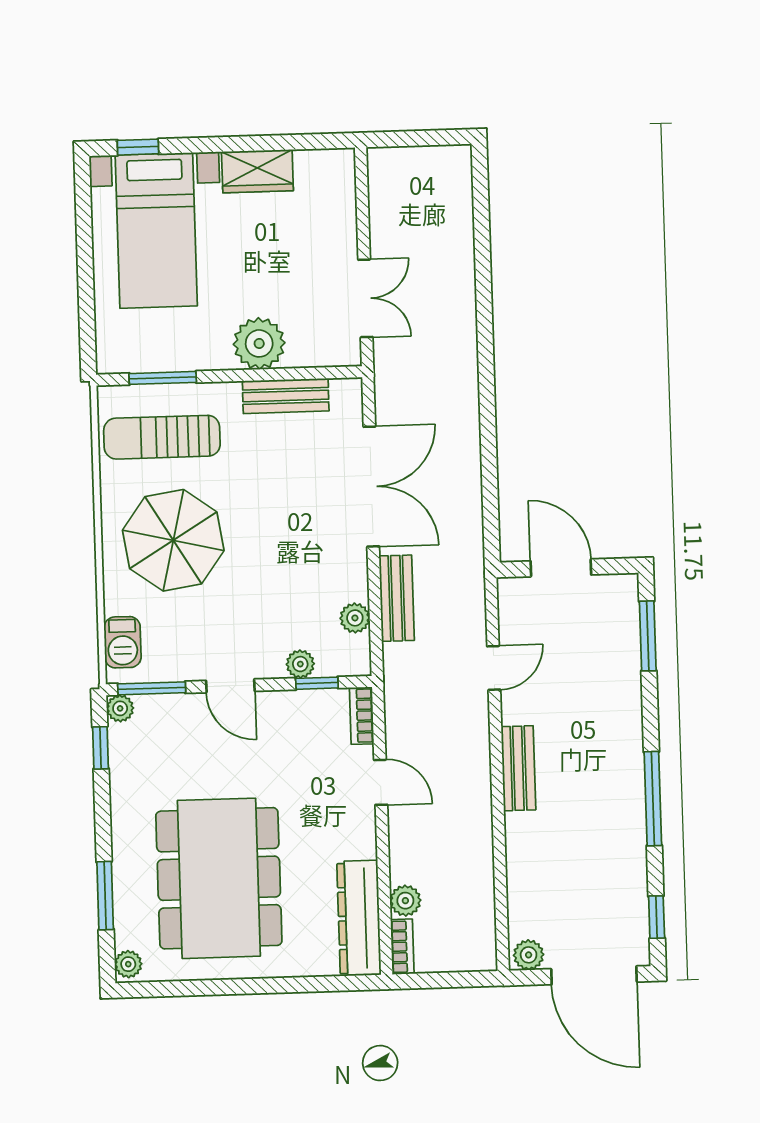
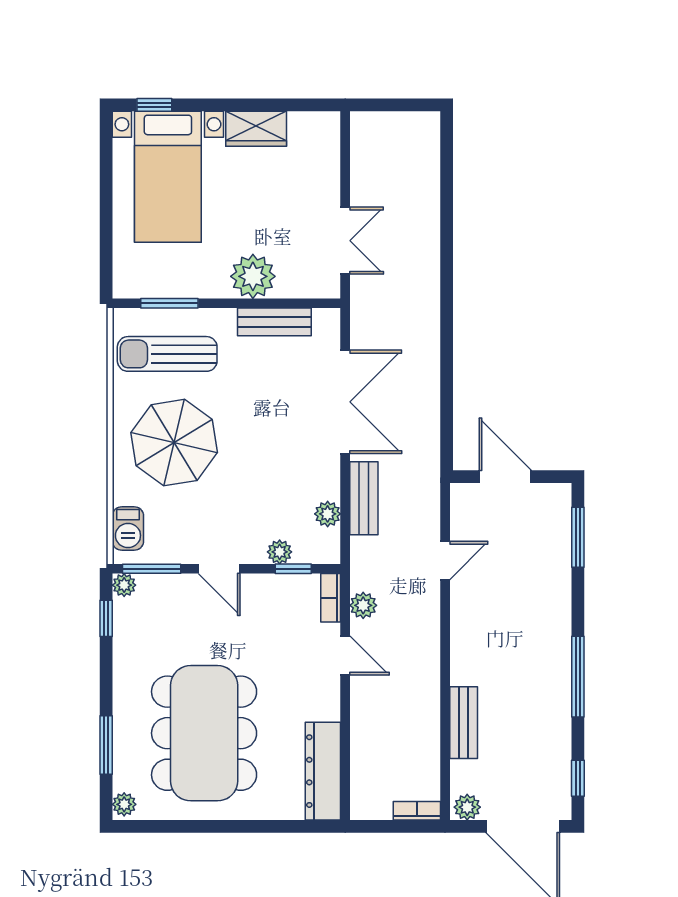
bench: (518, 768) -> (464, 723), moved
plant: (405, 901) -> (363, 605), moved
bookcase: (402, 947) -> (417, 811), moved, turned -90

